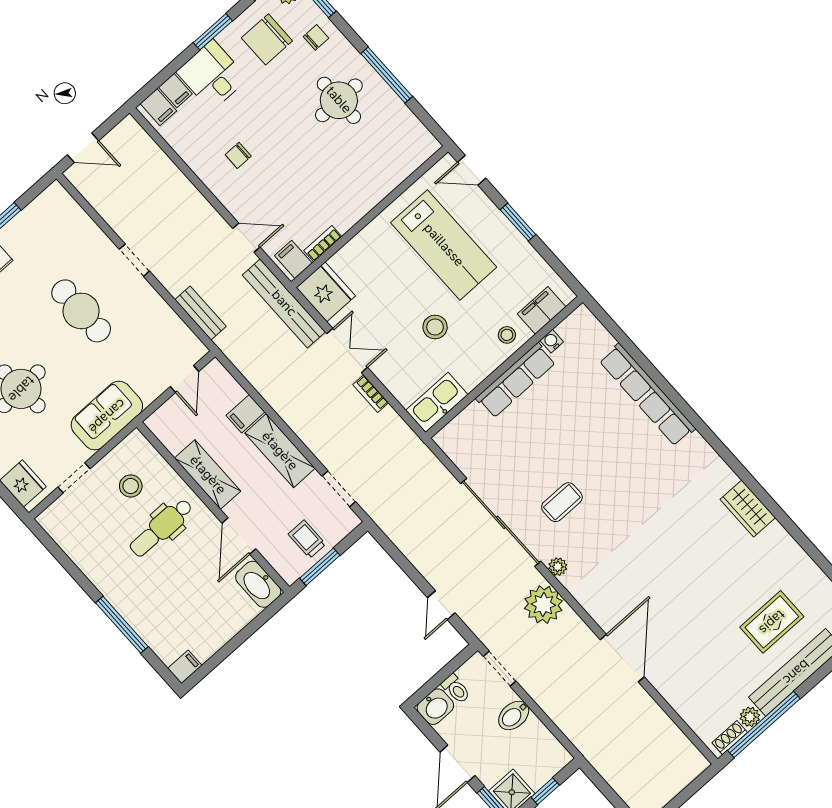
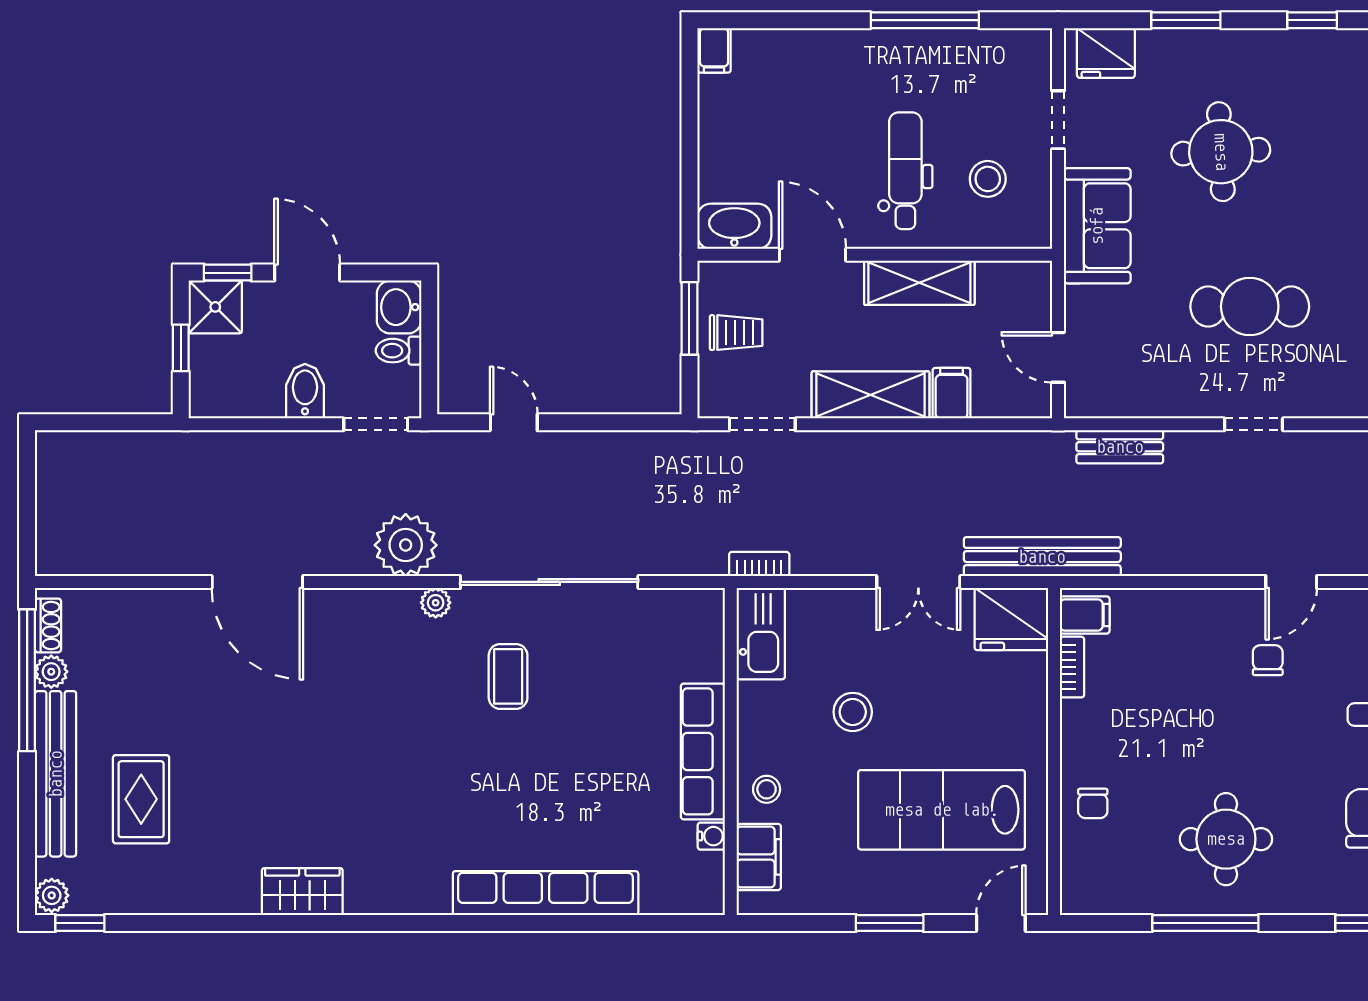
chair: (316, 37) -> (1093, 803), moved
door: (246, 238) -> (1291, 582), moved
bookcase: (371, 394) -> (759, 564), moved
window: (122, 625) -> (925, 20), moved

